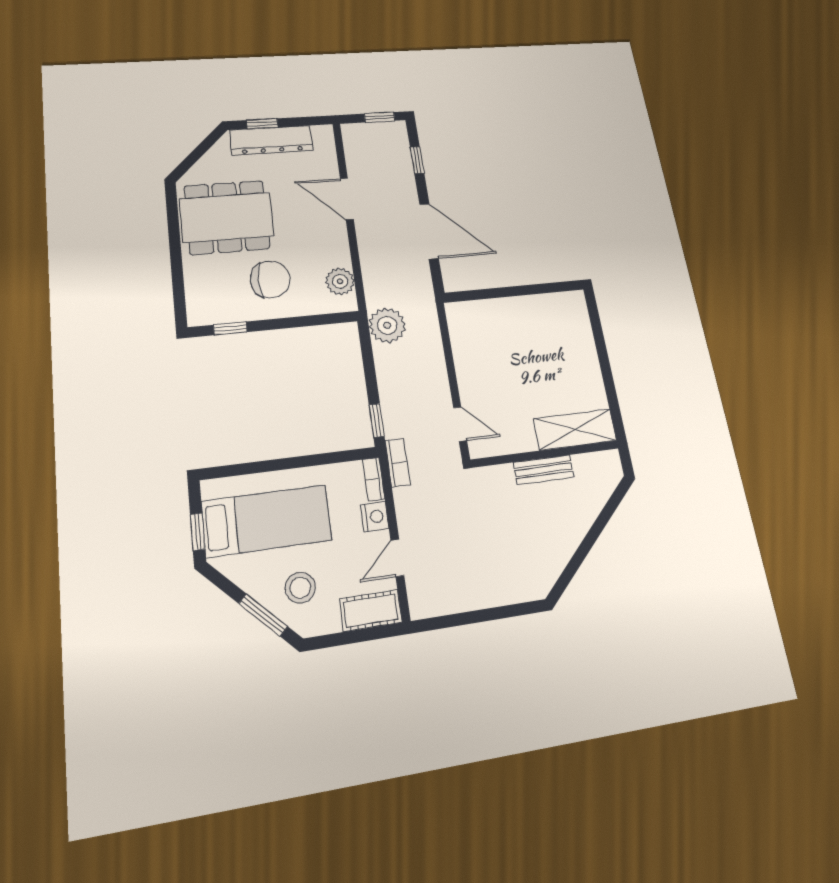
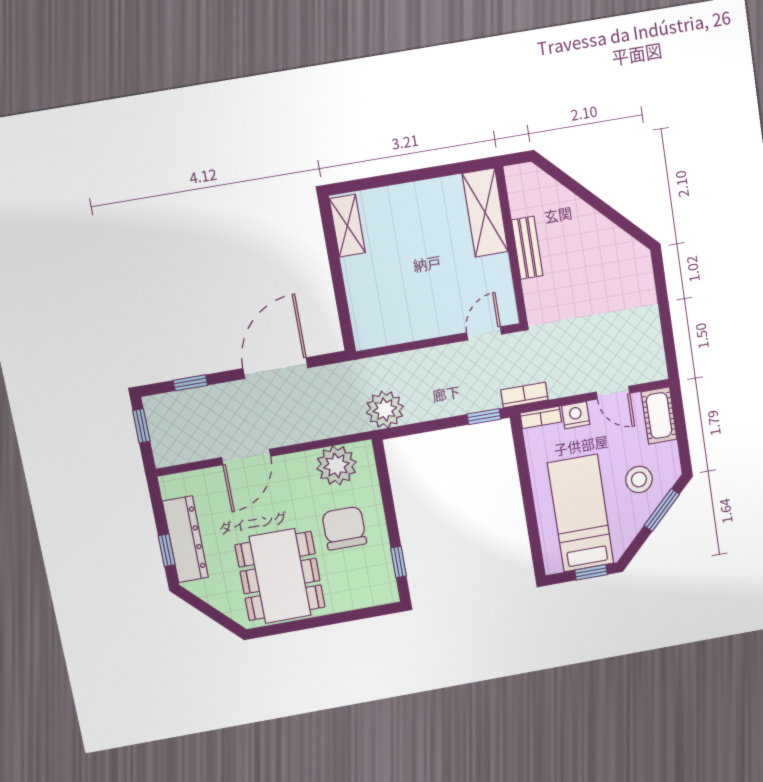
plant: (340, 281) -> (336, 465), width x1.36, depth x1.36
shelving: (558, 303) -> (347, 226), added

